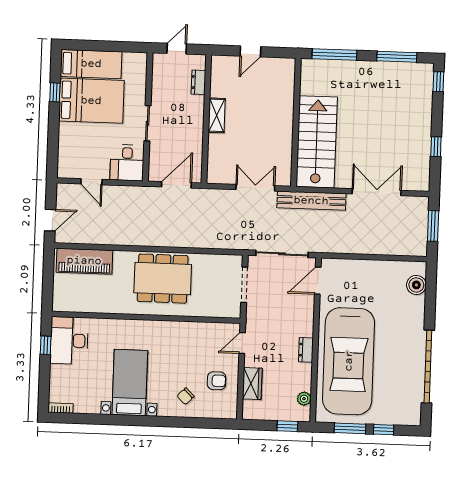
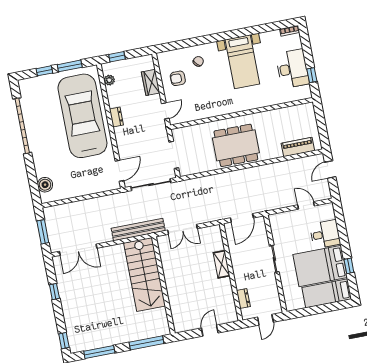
shelving: (217, 115) -> (221, 264), moved
desk: (127, 163) -> (325, 234), moved, turned 90
double door: (377, 192) -> (78, 250), moved
piano: (84, 261) -> (298, 147), width x0.73, depth x0.75
desk: (69, 340) -> (292, 69), moved

